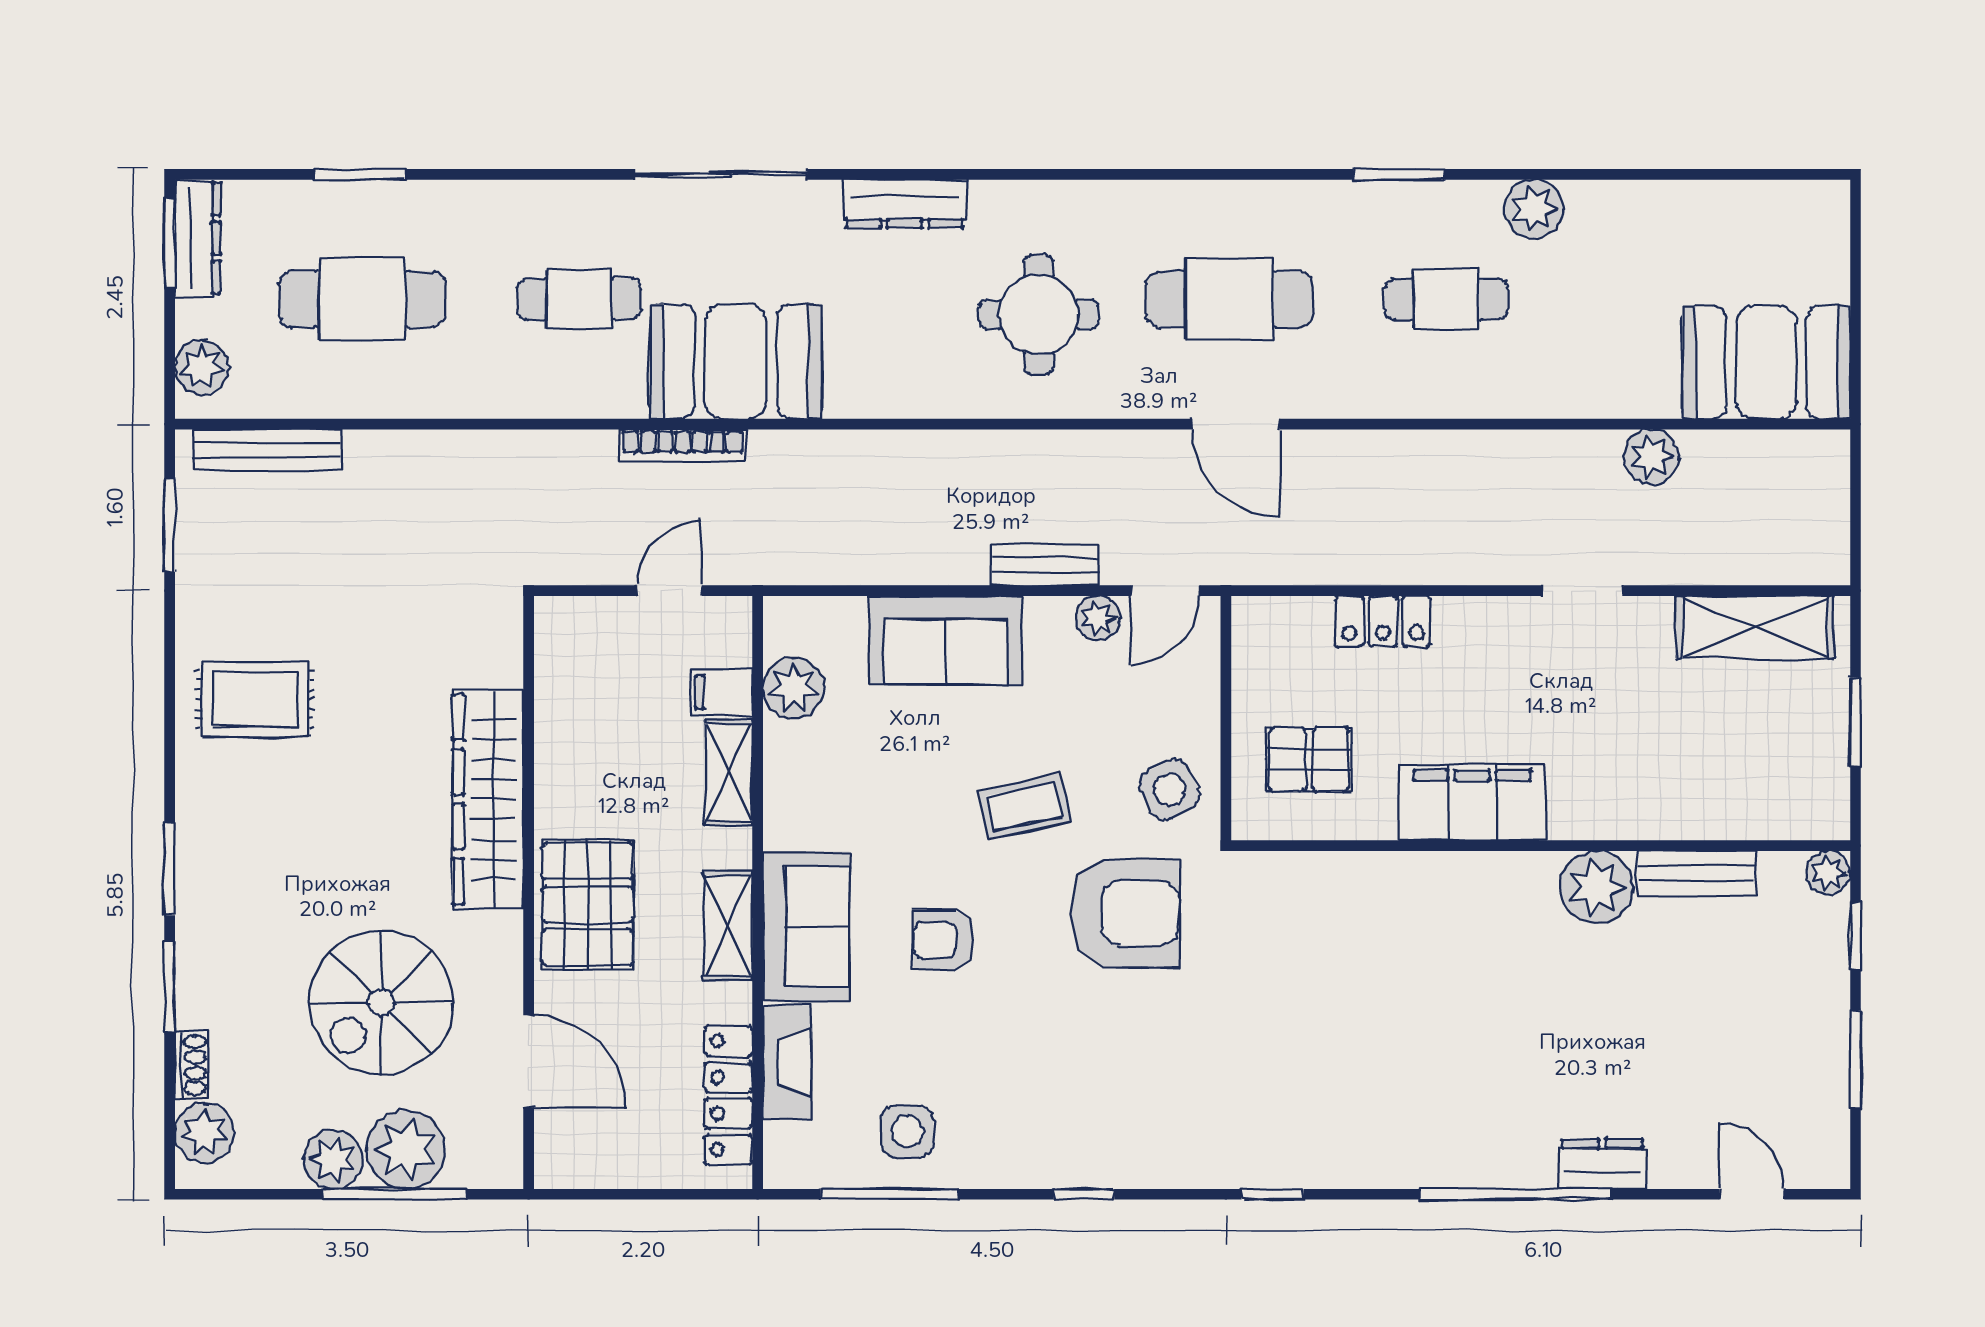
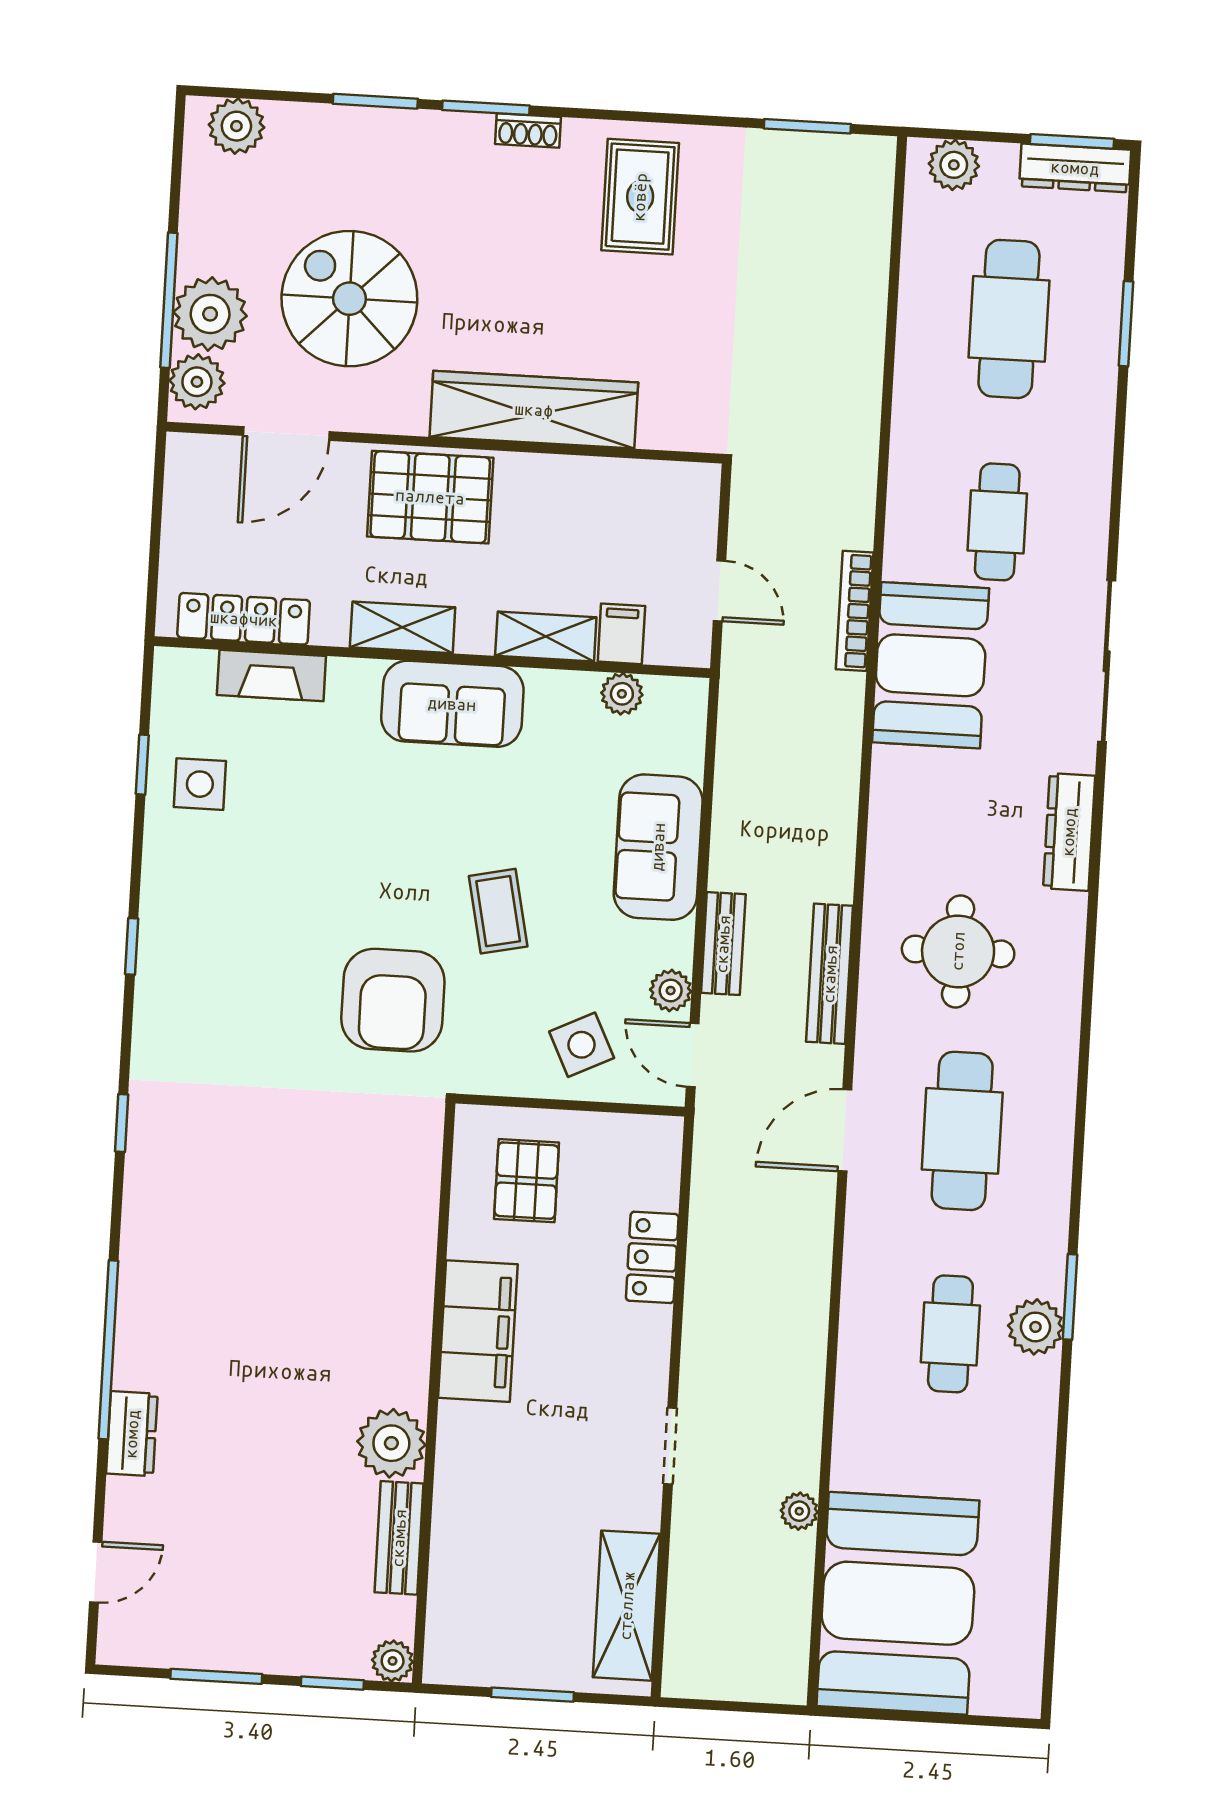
plant: (1534, 209) -> (1036, 1327), moved
booth: (1766, 362) -> (898, 1603), width x1.36, depth x1.42
bench: (267, 450) -> (830, 974), moved
plant: (1651, 457) -> (799, 1511), width x0.73, depth x0.73
plant: (793, 688) -> (622, 694), width x0.73, depth x0.73
side table: (1169, 790) -> (582, 1045), moved
sofa: (806, 926) -> (452, 704), moved
armchair: (943, 940) -> (377, 828), removed
shoe rack: (191, 1065) -> (528, 131), moved
plant: (333, 1160) -> (197, 382), moved
window: (890, 1194) -> (142, 765), width x0.46

